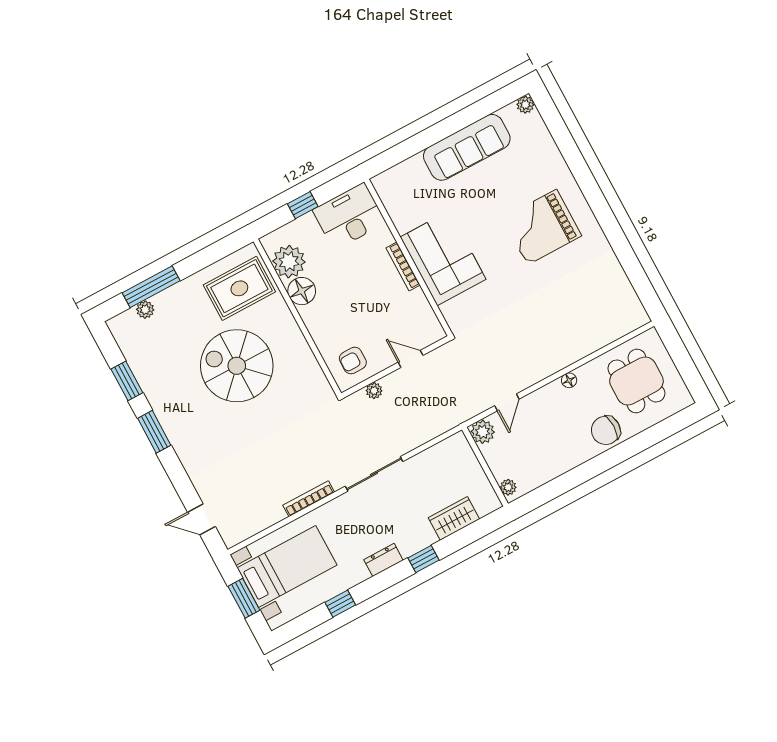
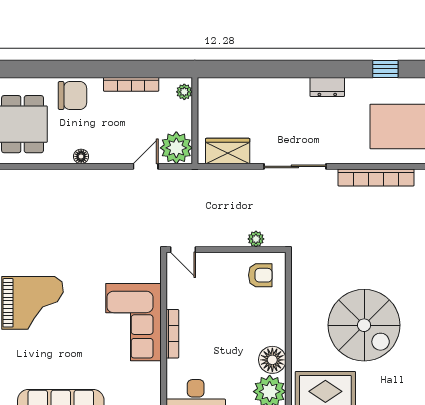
door: (411, 359) -> (183, 250), moved
plant: (483, 432) -> (176, 148), width x1.36, depth x1.36
bookcase: (559, 468) -> (131, 84), added
bookcase: (309, 499) -> (376, 177), width x1.48, depth x1.31
wardrobe: (454, 518) -> (228, 151), moved, turned 180
window: (423, 559) -> (292, 69), removed

